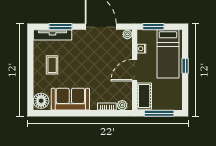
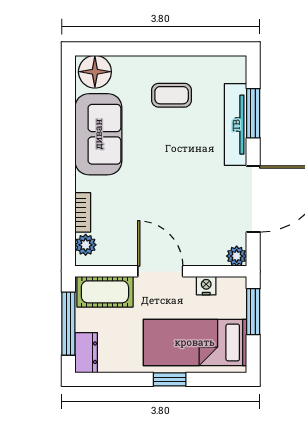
tv unit: (53, 35) -> (236, 125), moved
dresser: (173, 105) -> (86, 353), added

